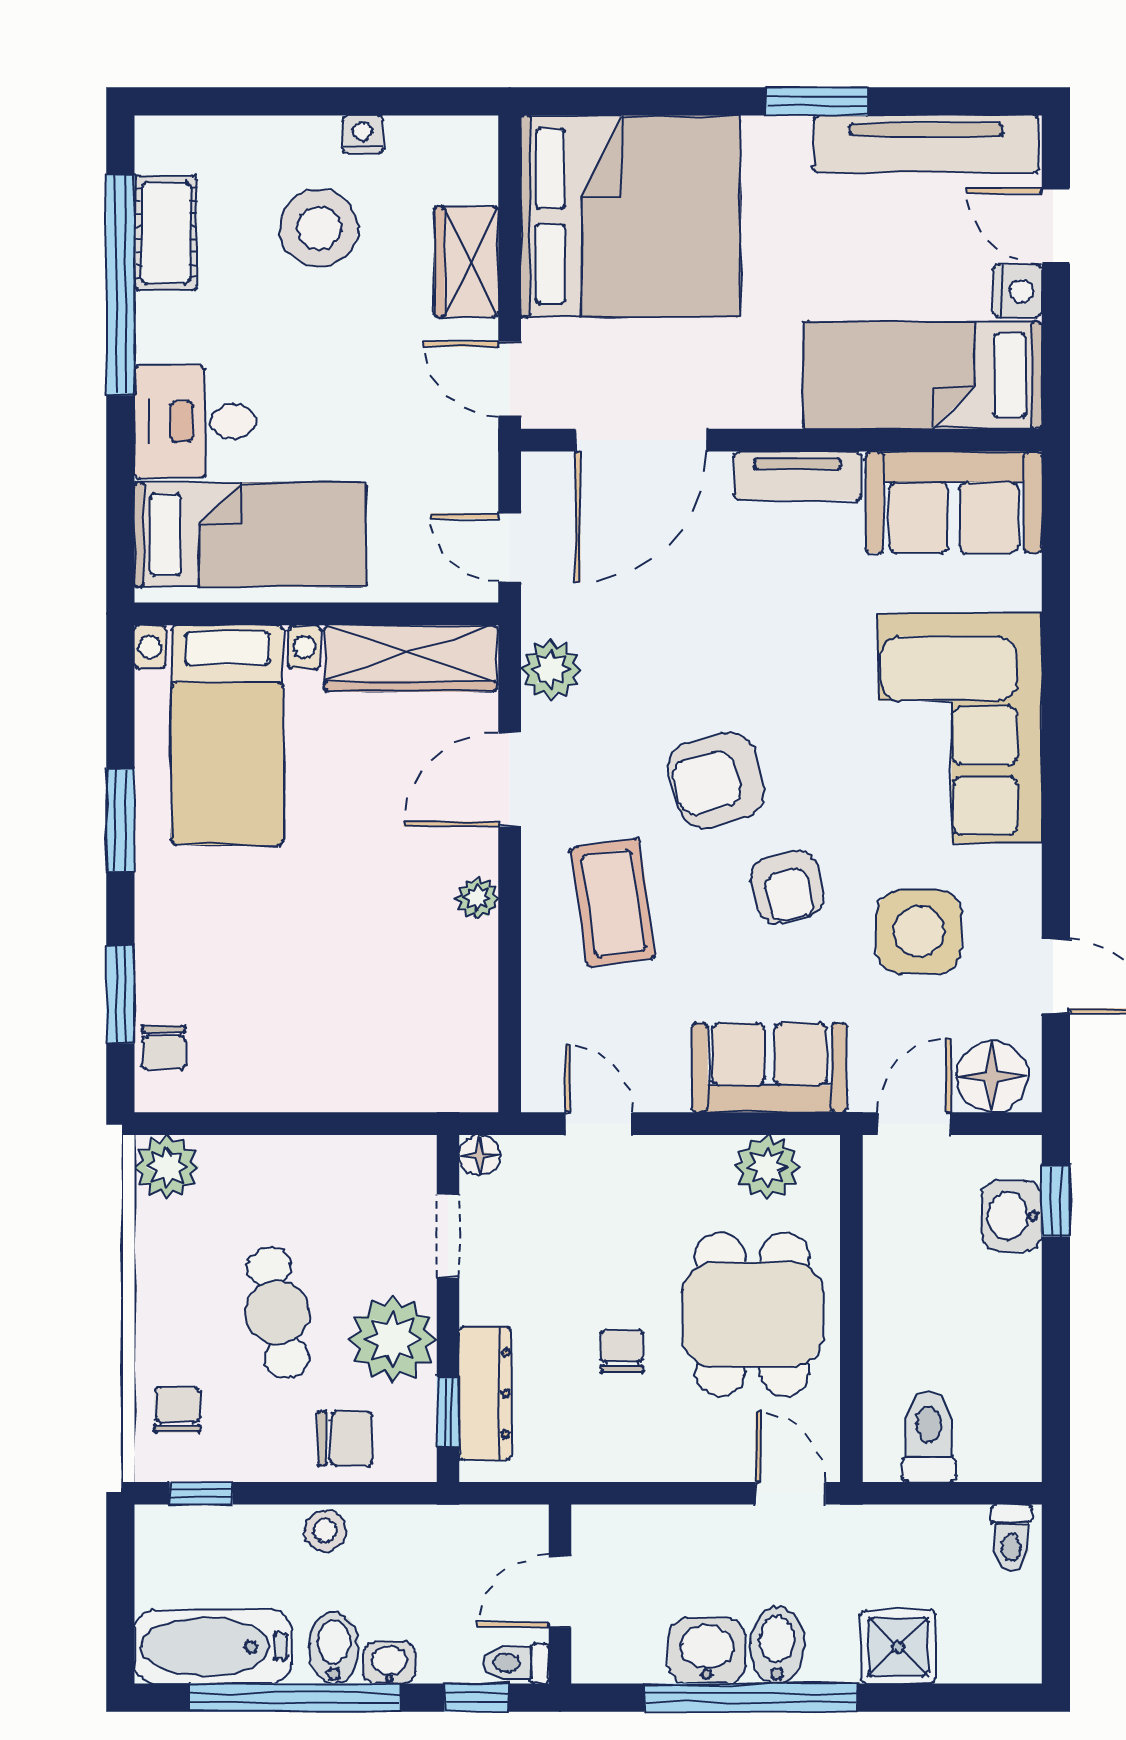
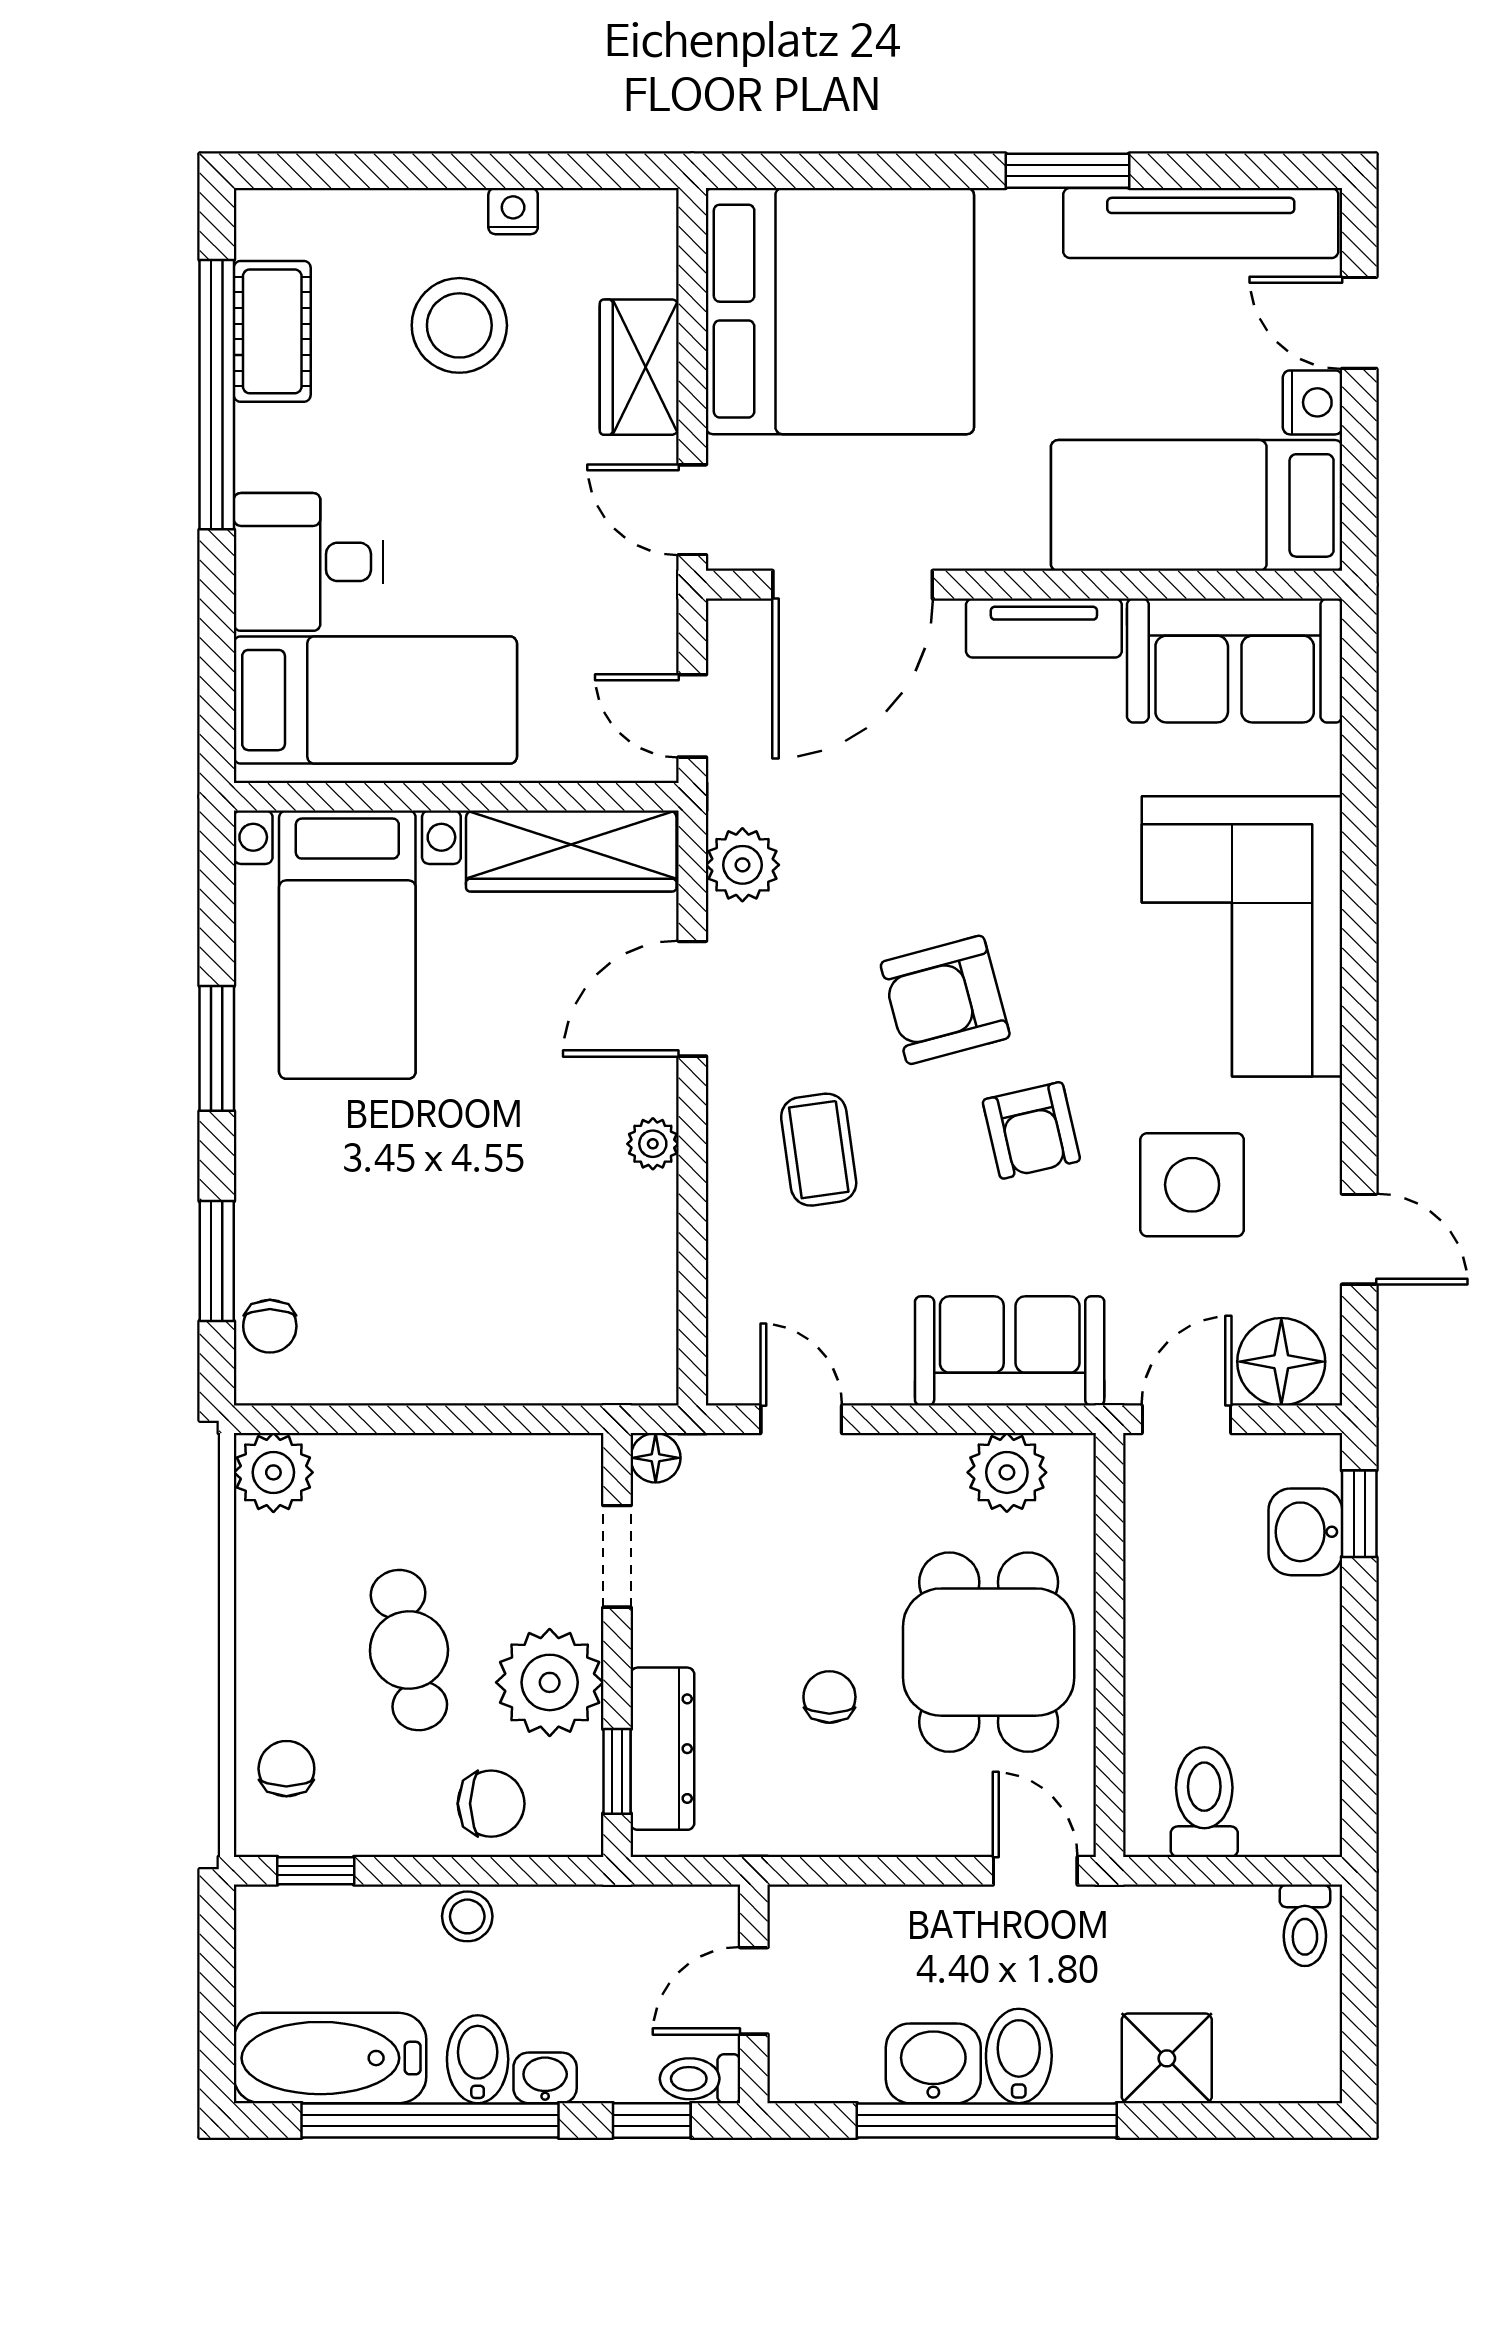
coffee table: (613, 903) -> (819, 1150), width x0.73, depth x0.77

